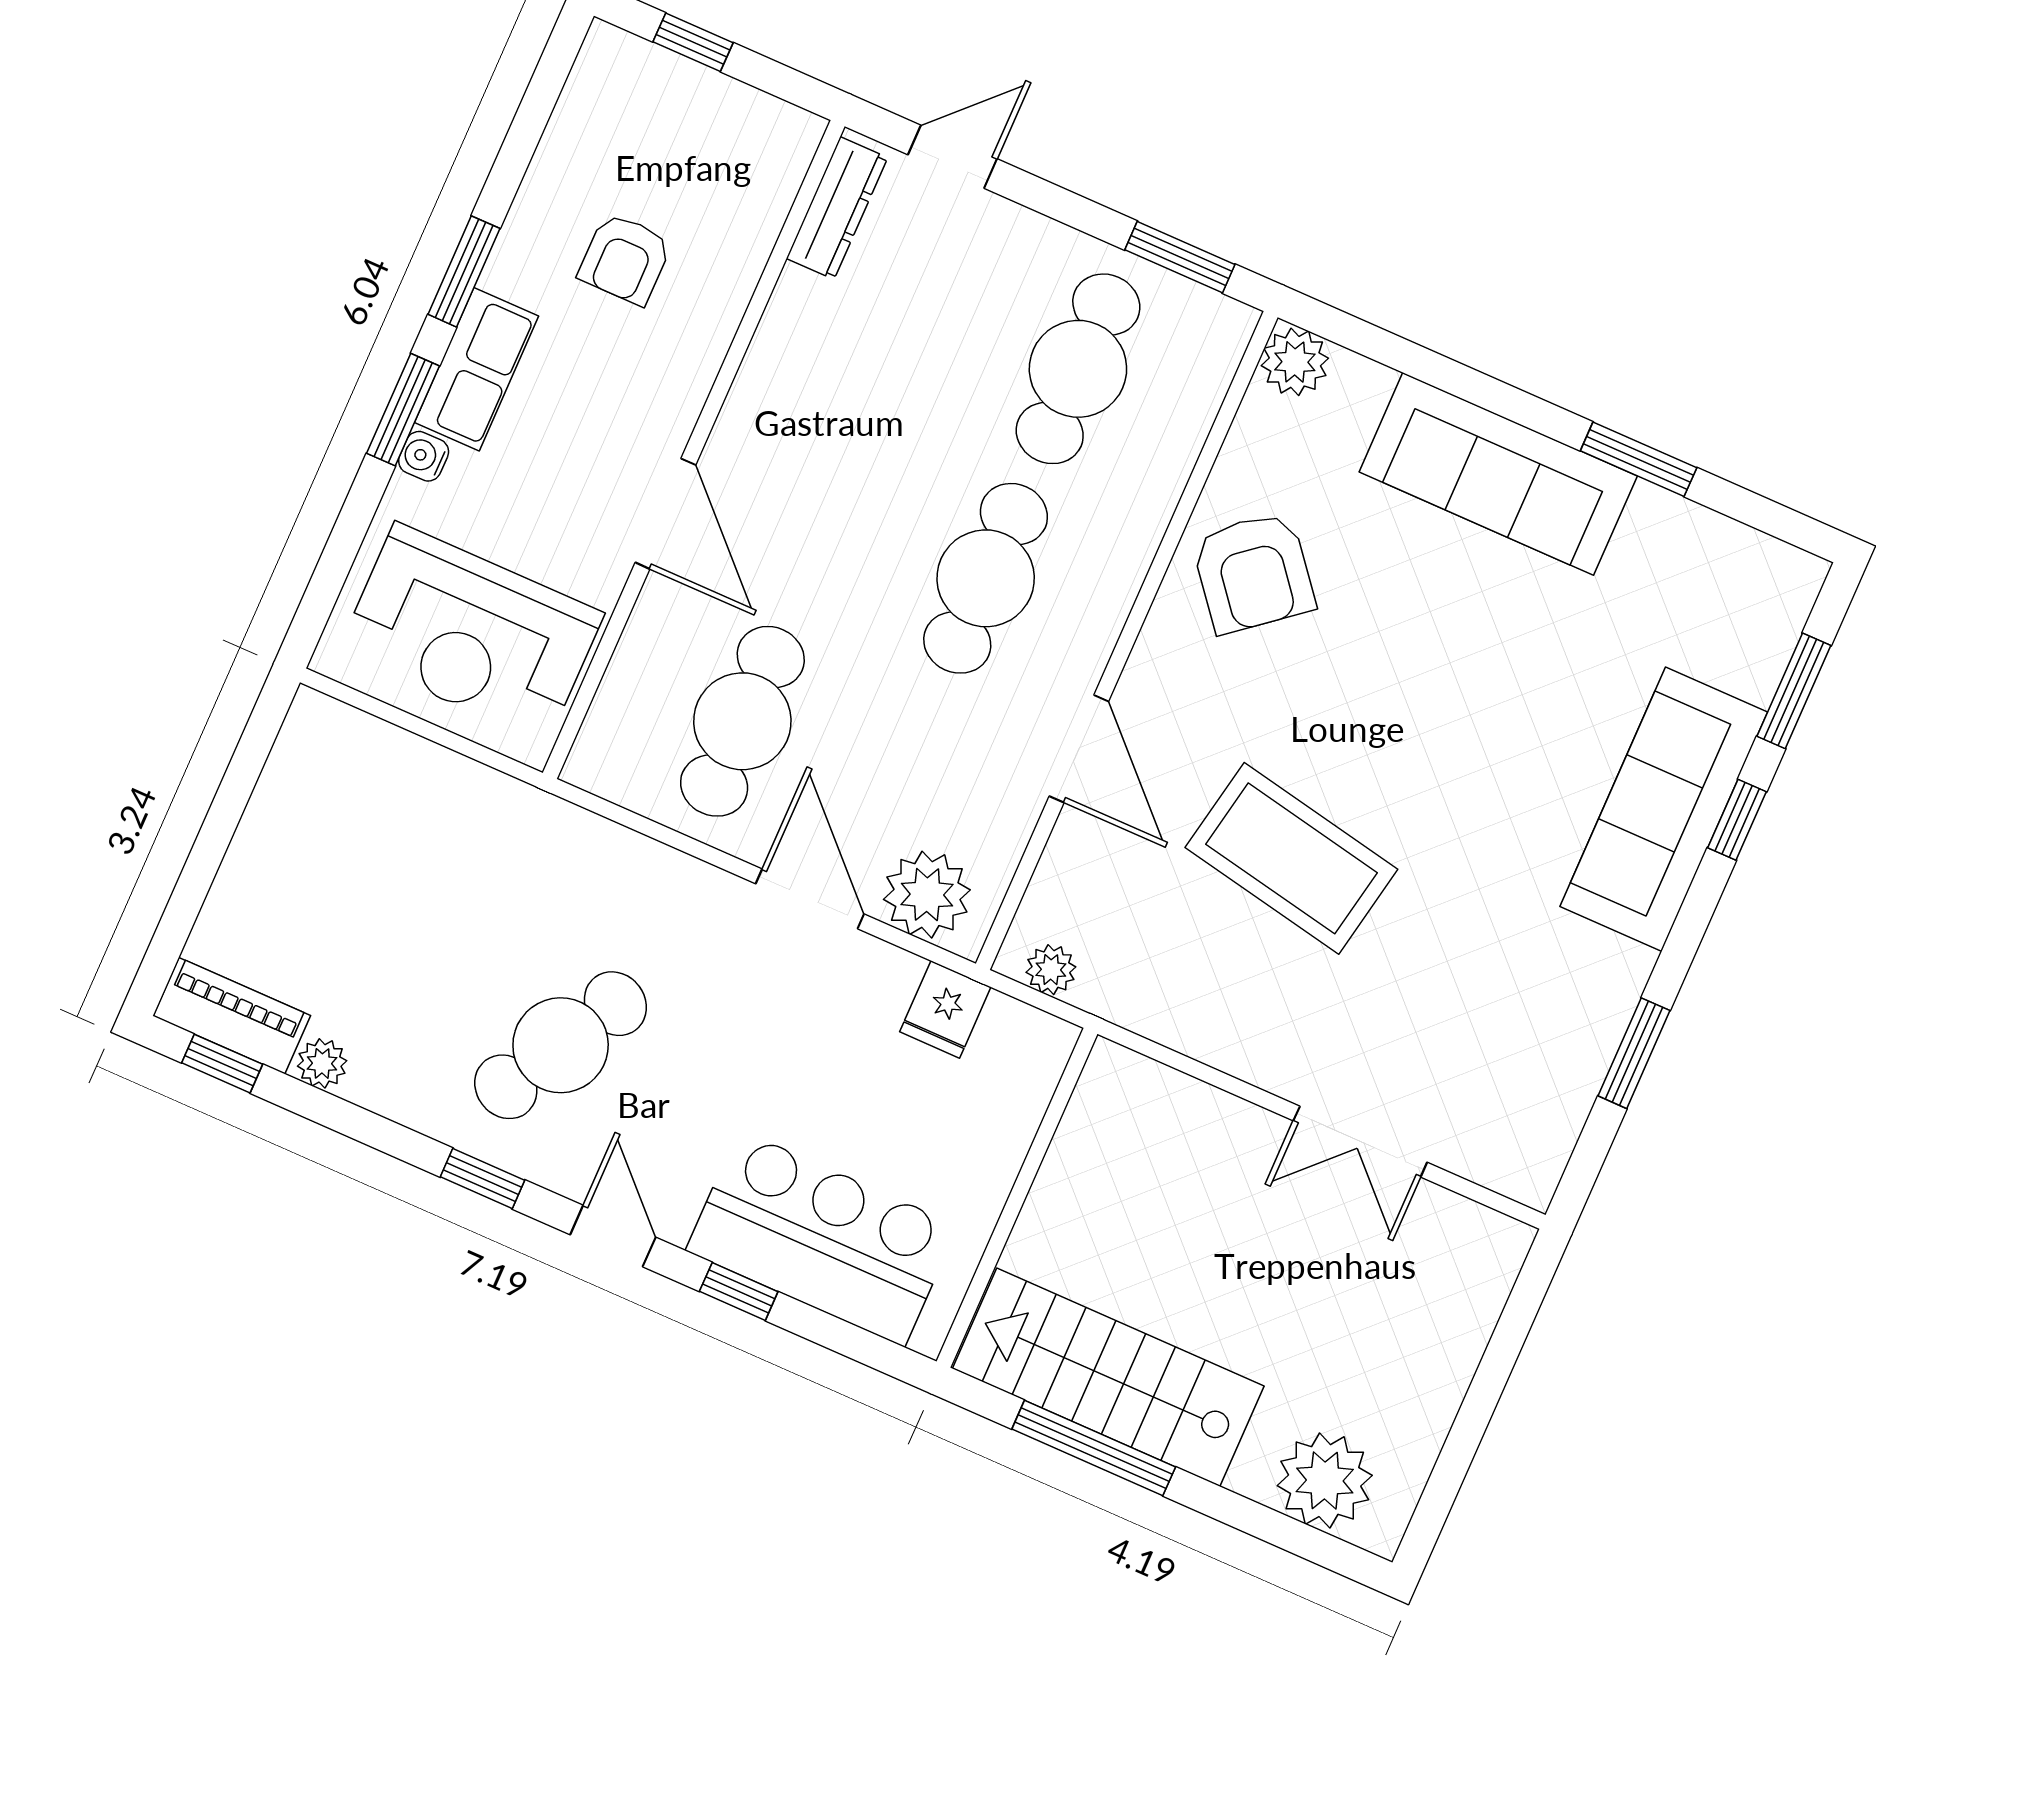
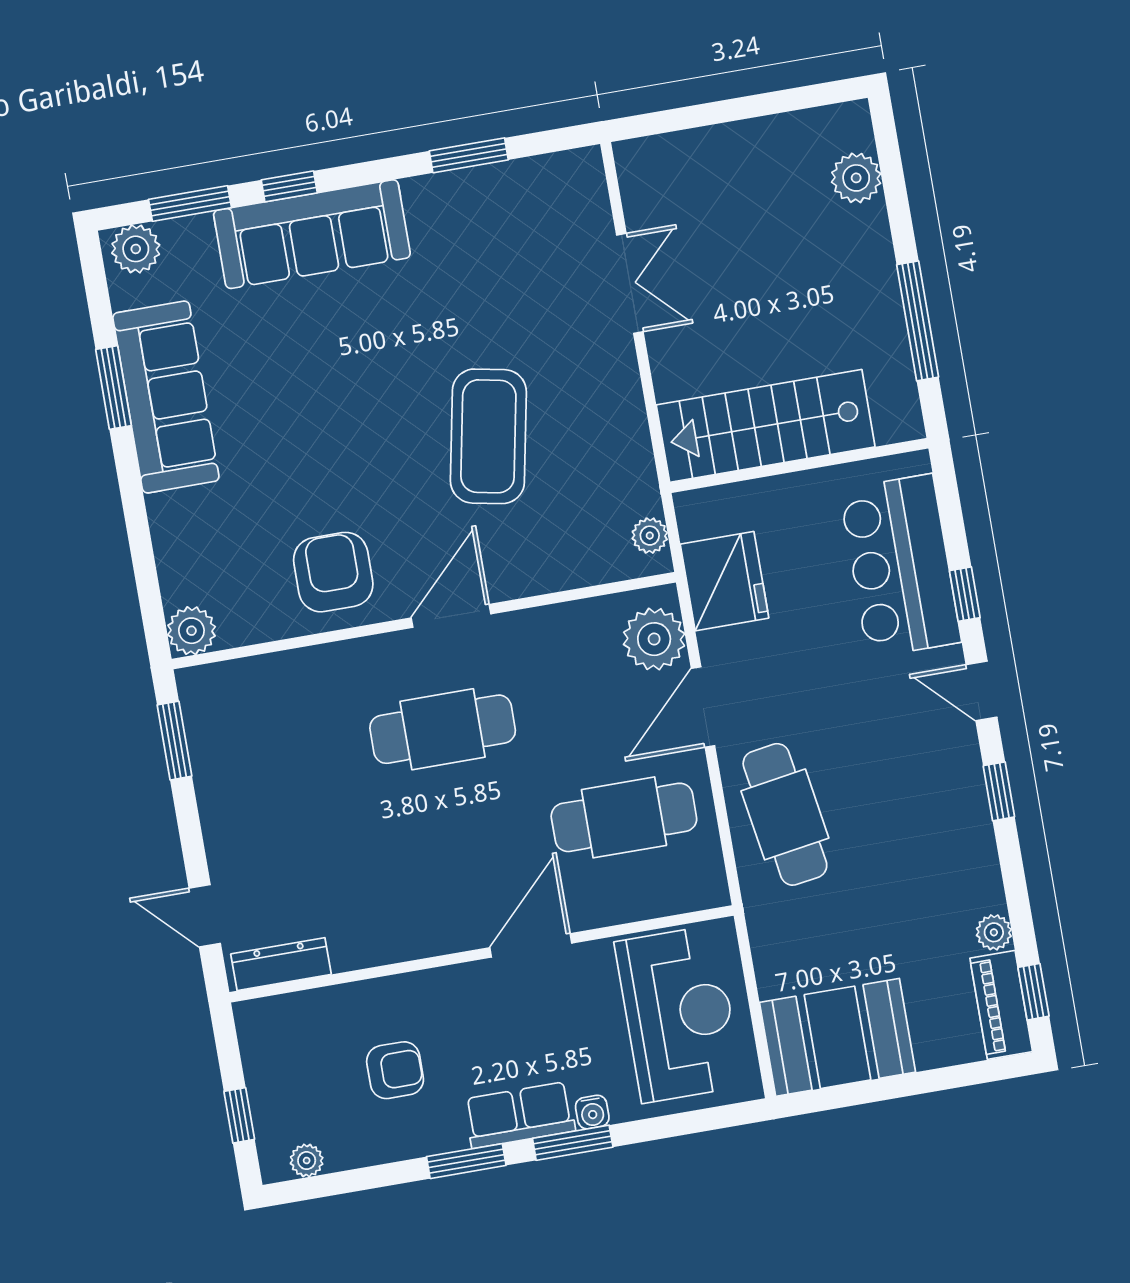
plant: (588, 86) -> (307, 1161), added
cafe table: (1078, 369) -> (281, 757), removed
sofa: (1498, 474) -> (166, 397), moved
armchair: (1253, 572) -> (333, 572), turned -51
plant: (1783, 593) -> (136, 249), added
door: (1079, 749) -> (451, 616), moved
booth: (321, 800) -> (838, 1037), added
fridge: (945, 1009) -> (725, 581), width x1.88, depth x1.34
cafe table: (561, 1045) -> (785, 814), moved, turned 52
door: (613, 1236) -> (982, 691), hinge flipped
stairs: (1108, 1377) -> (766, 426), moved, turned 90
plant: (1325, 1481) -> (856, 178), width x0.73, depth x0.73

